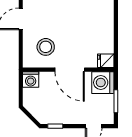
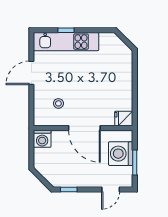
stool: (46, 47) -> (58, 103), width x0.53, depth x0.53
washing machine: (103, 83) -> (121, 154), moved

